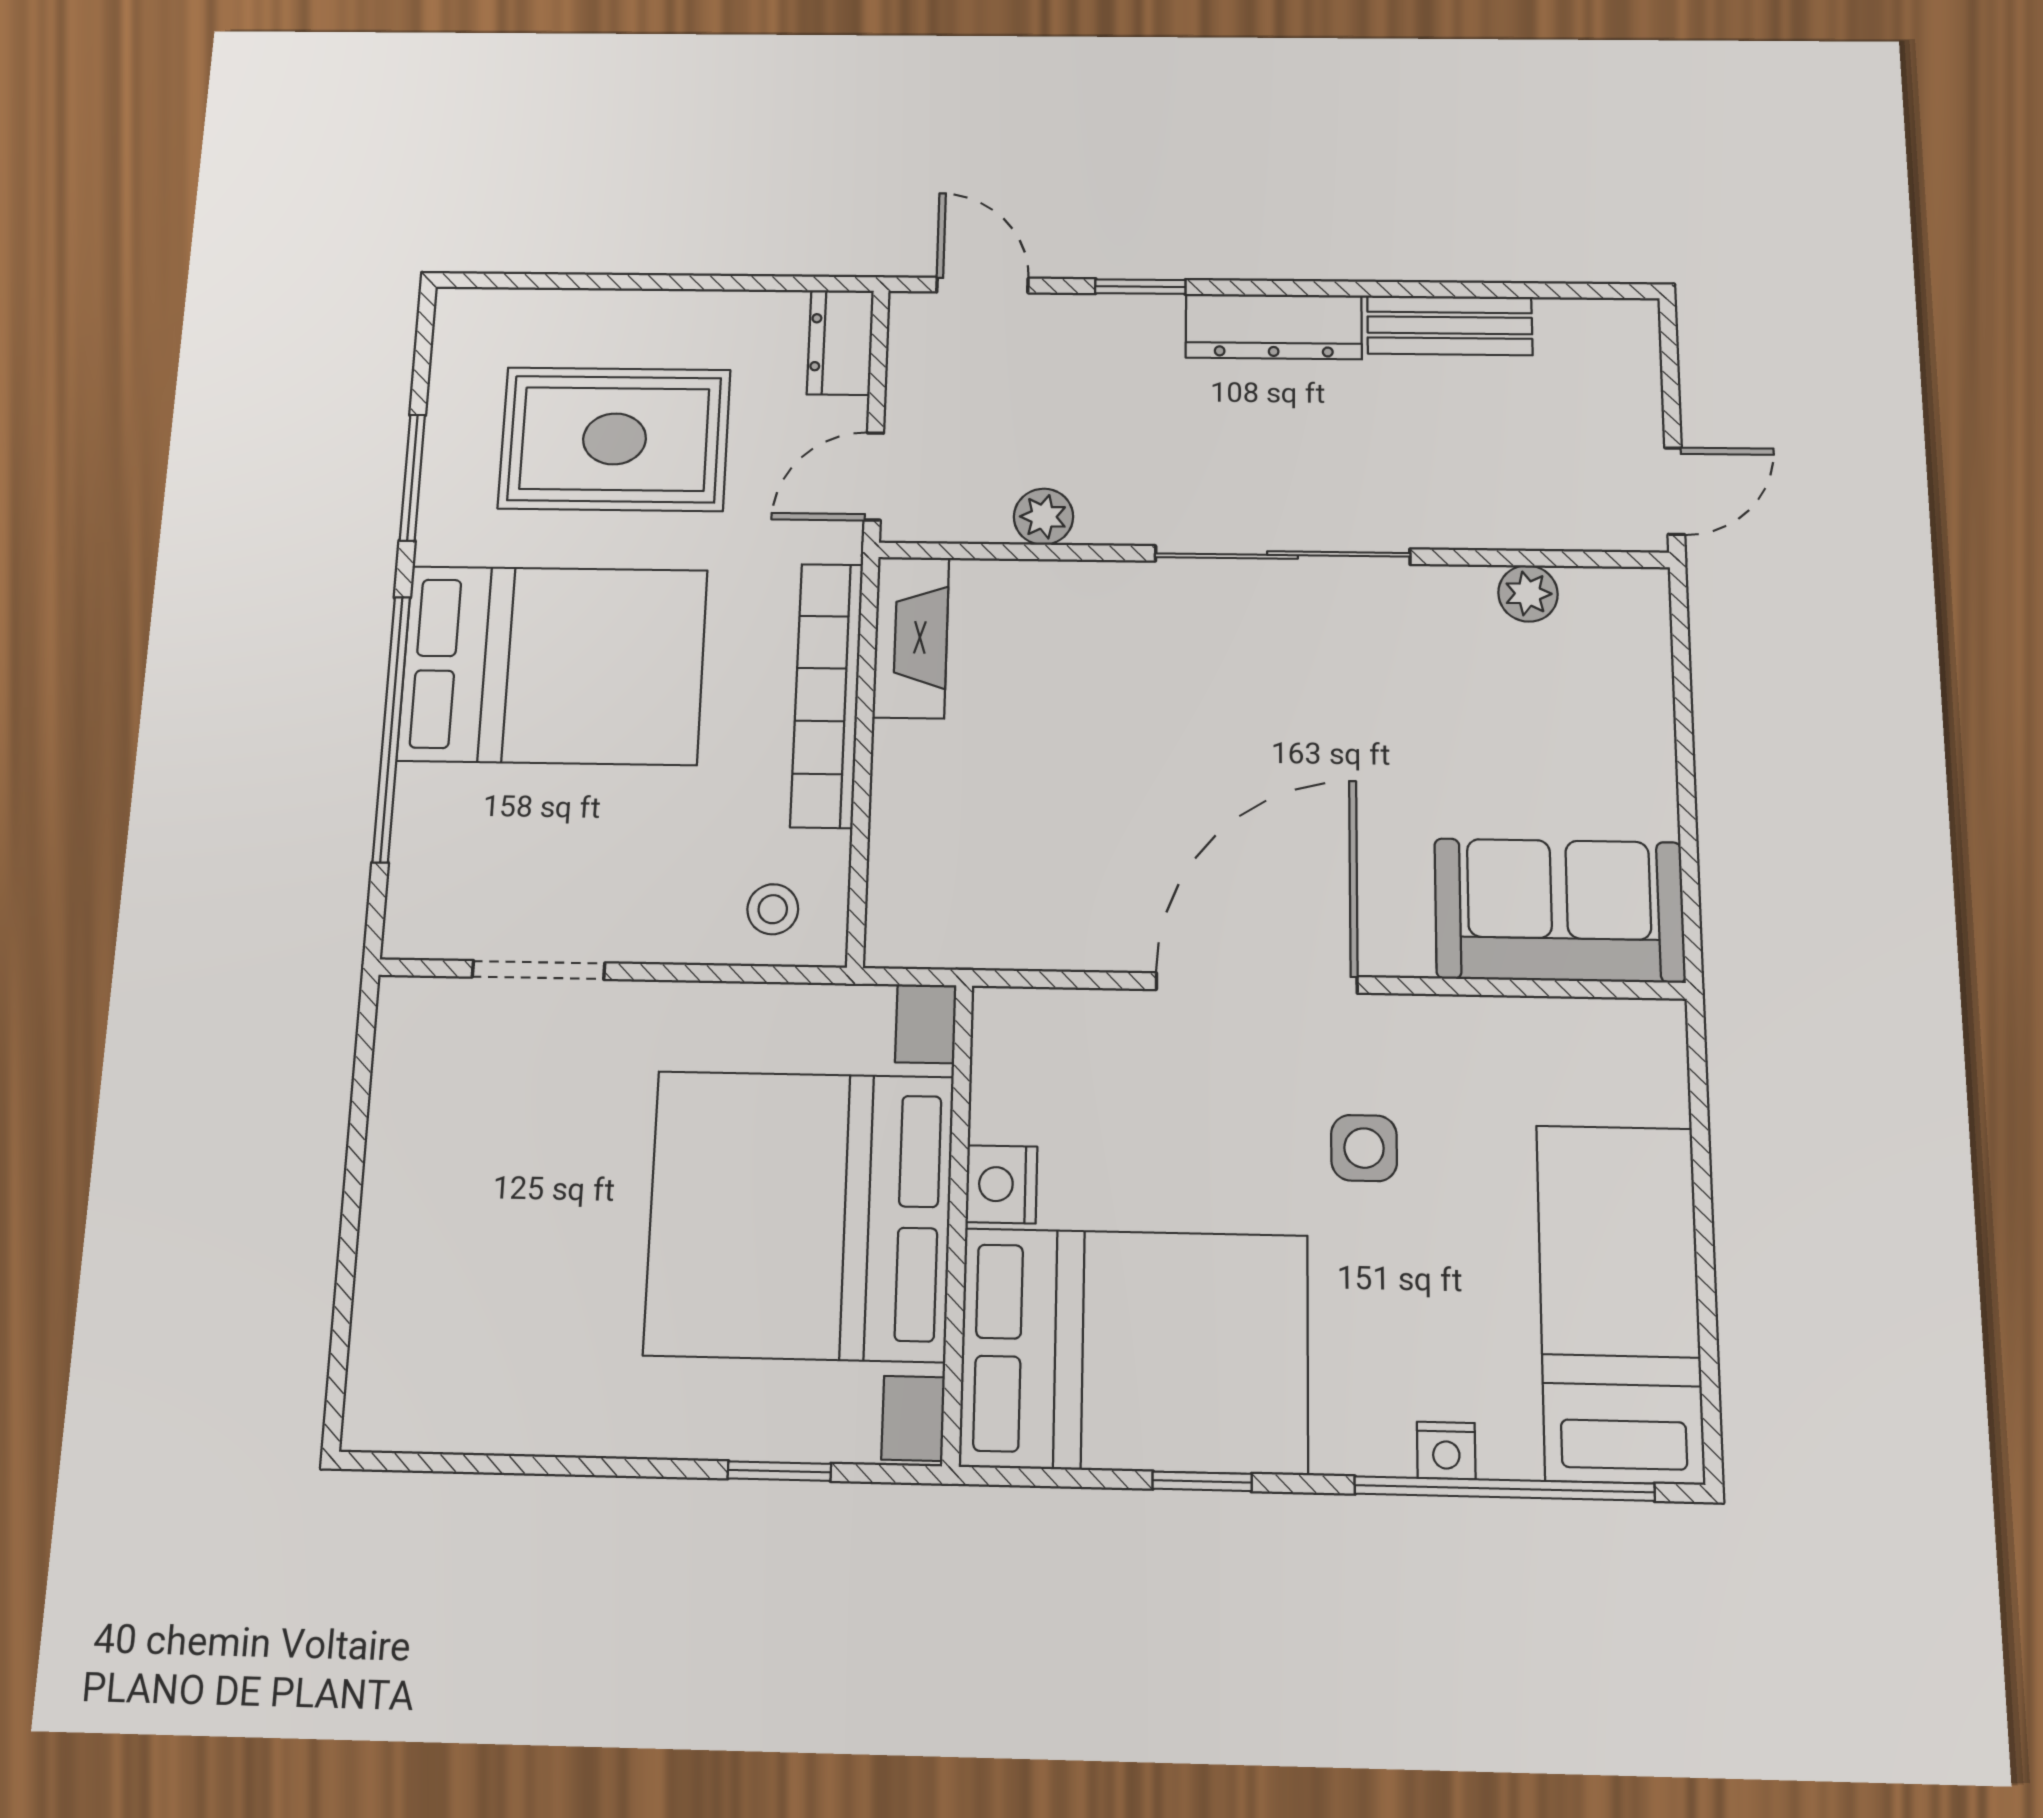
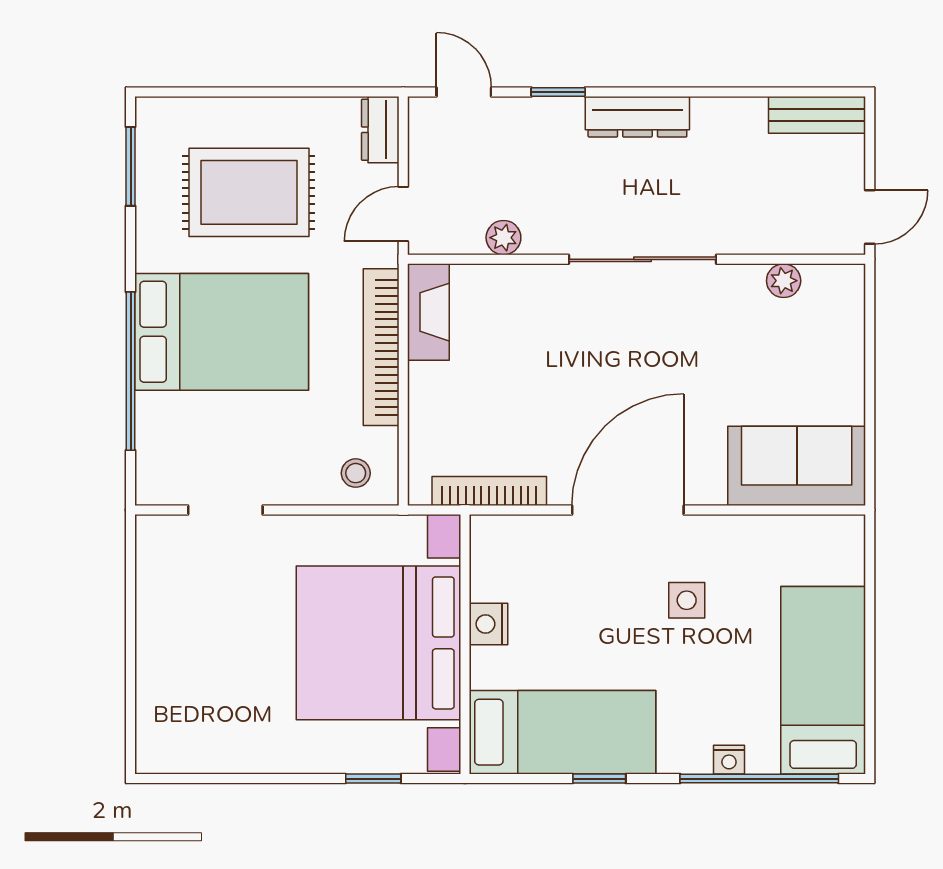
bench: (1450, 325) -> (817, 115), moved
window: (412, 477) -> (131, 166), moved
bookcase: (1009, 945) -> (489, 491), added
bed: (1135, 1350) -> (562, 732), width x0.67

